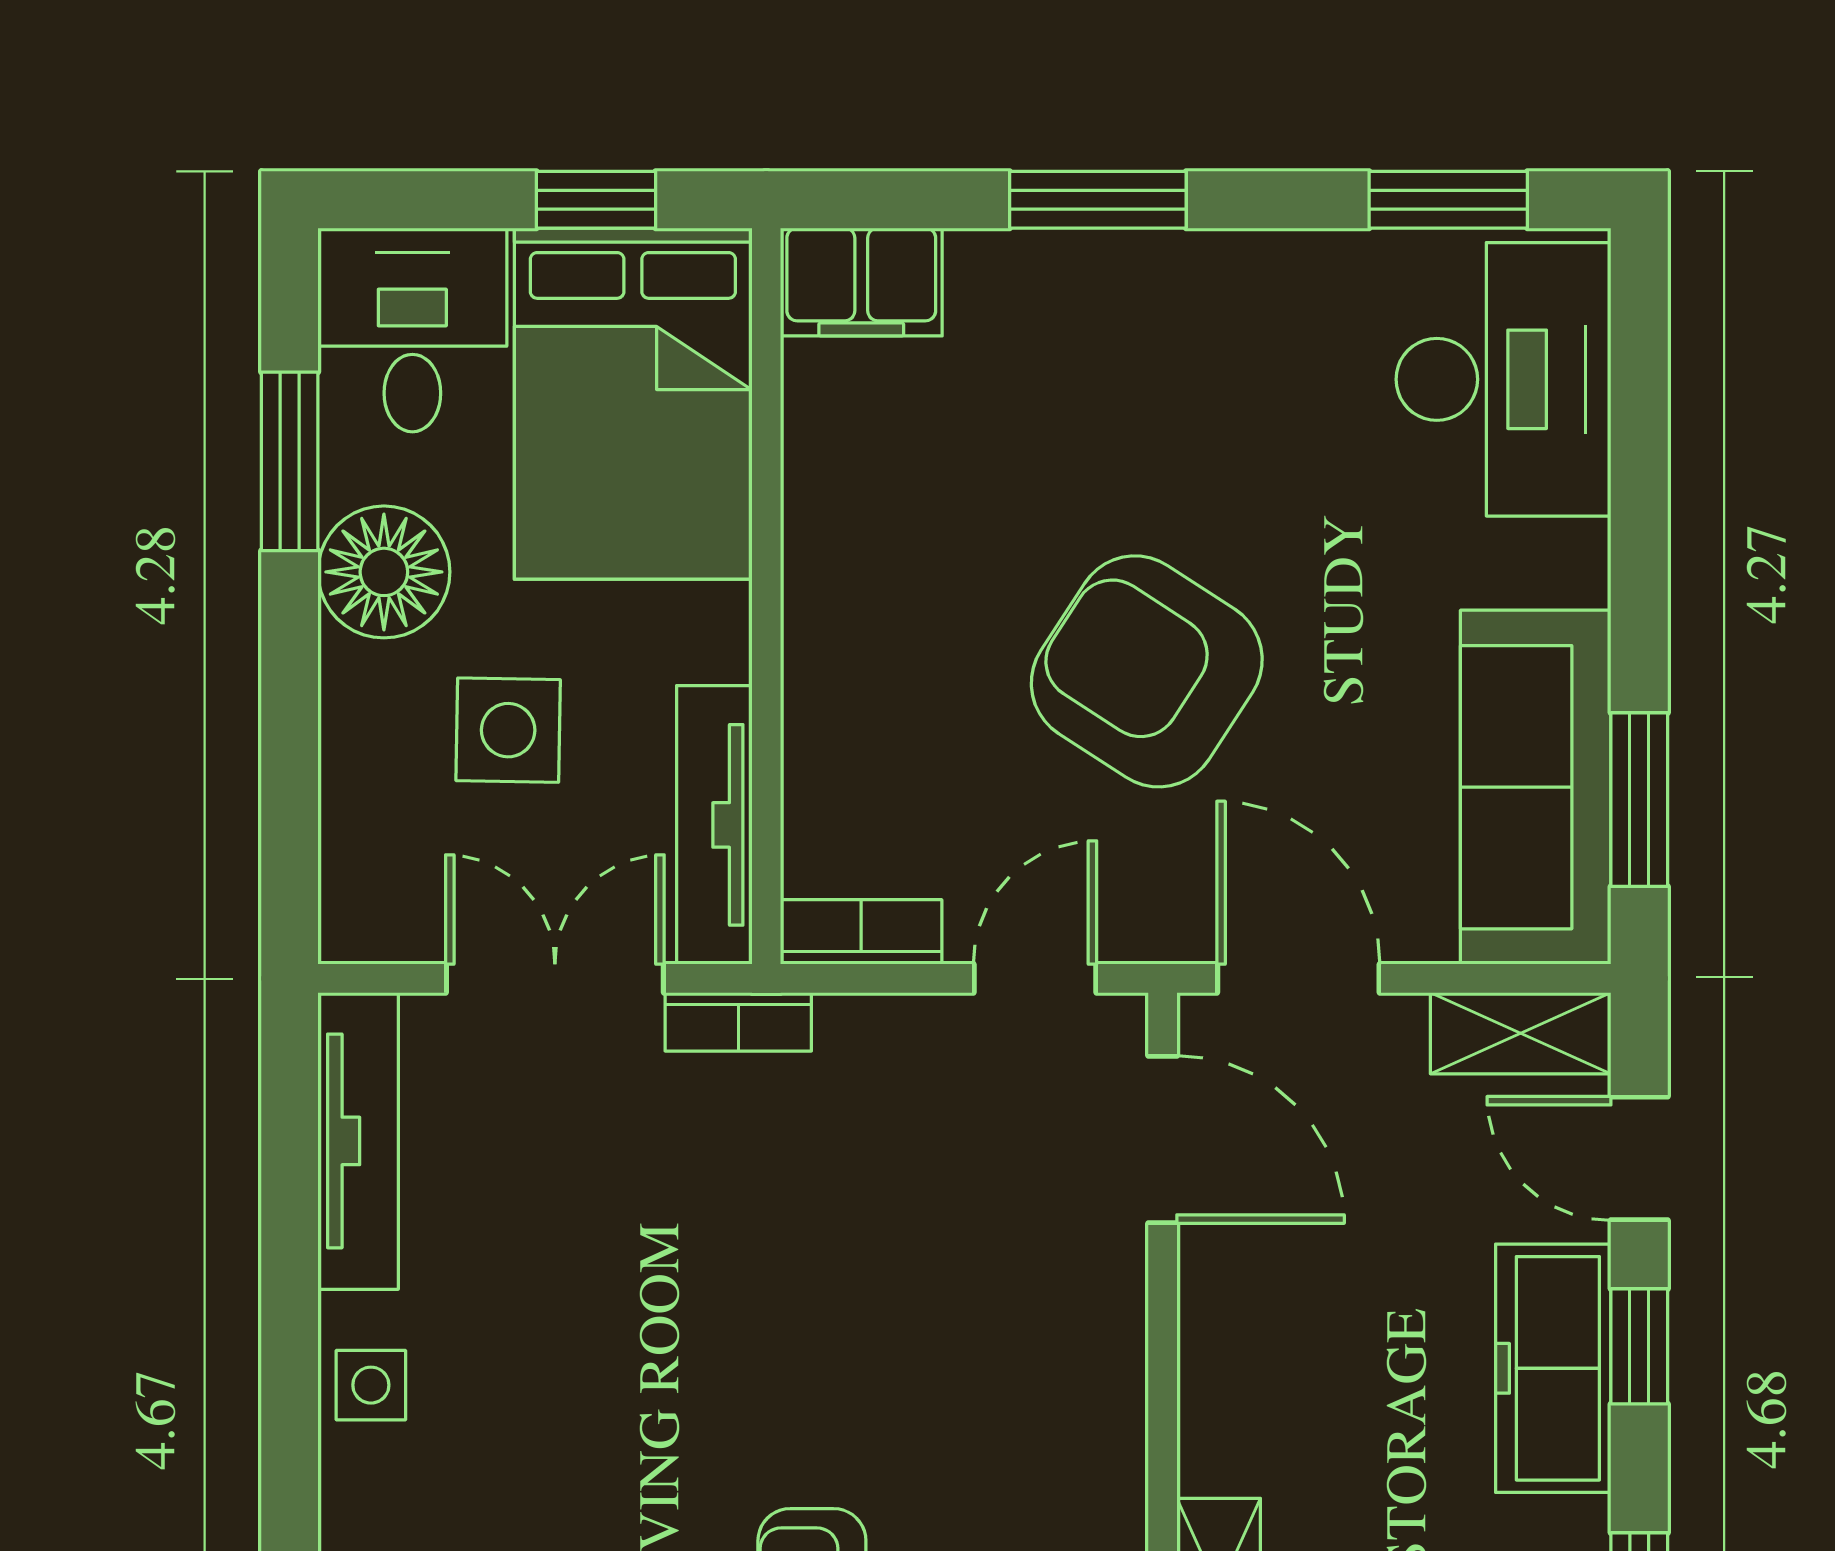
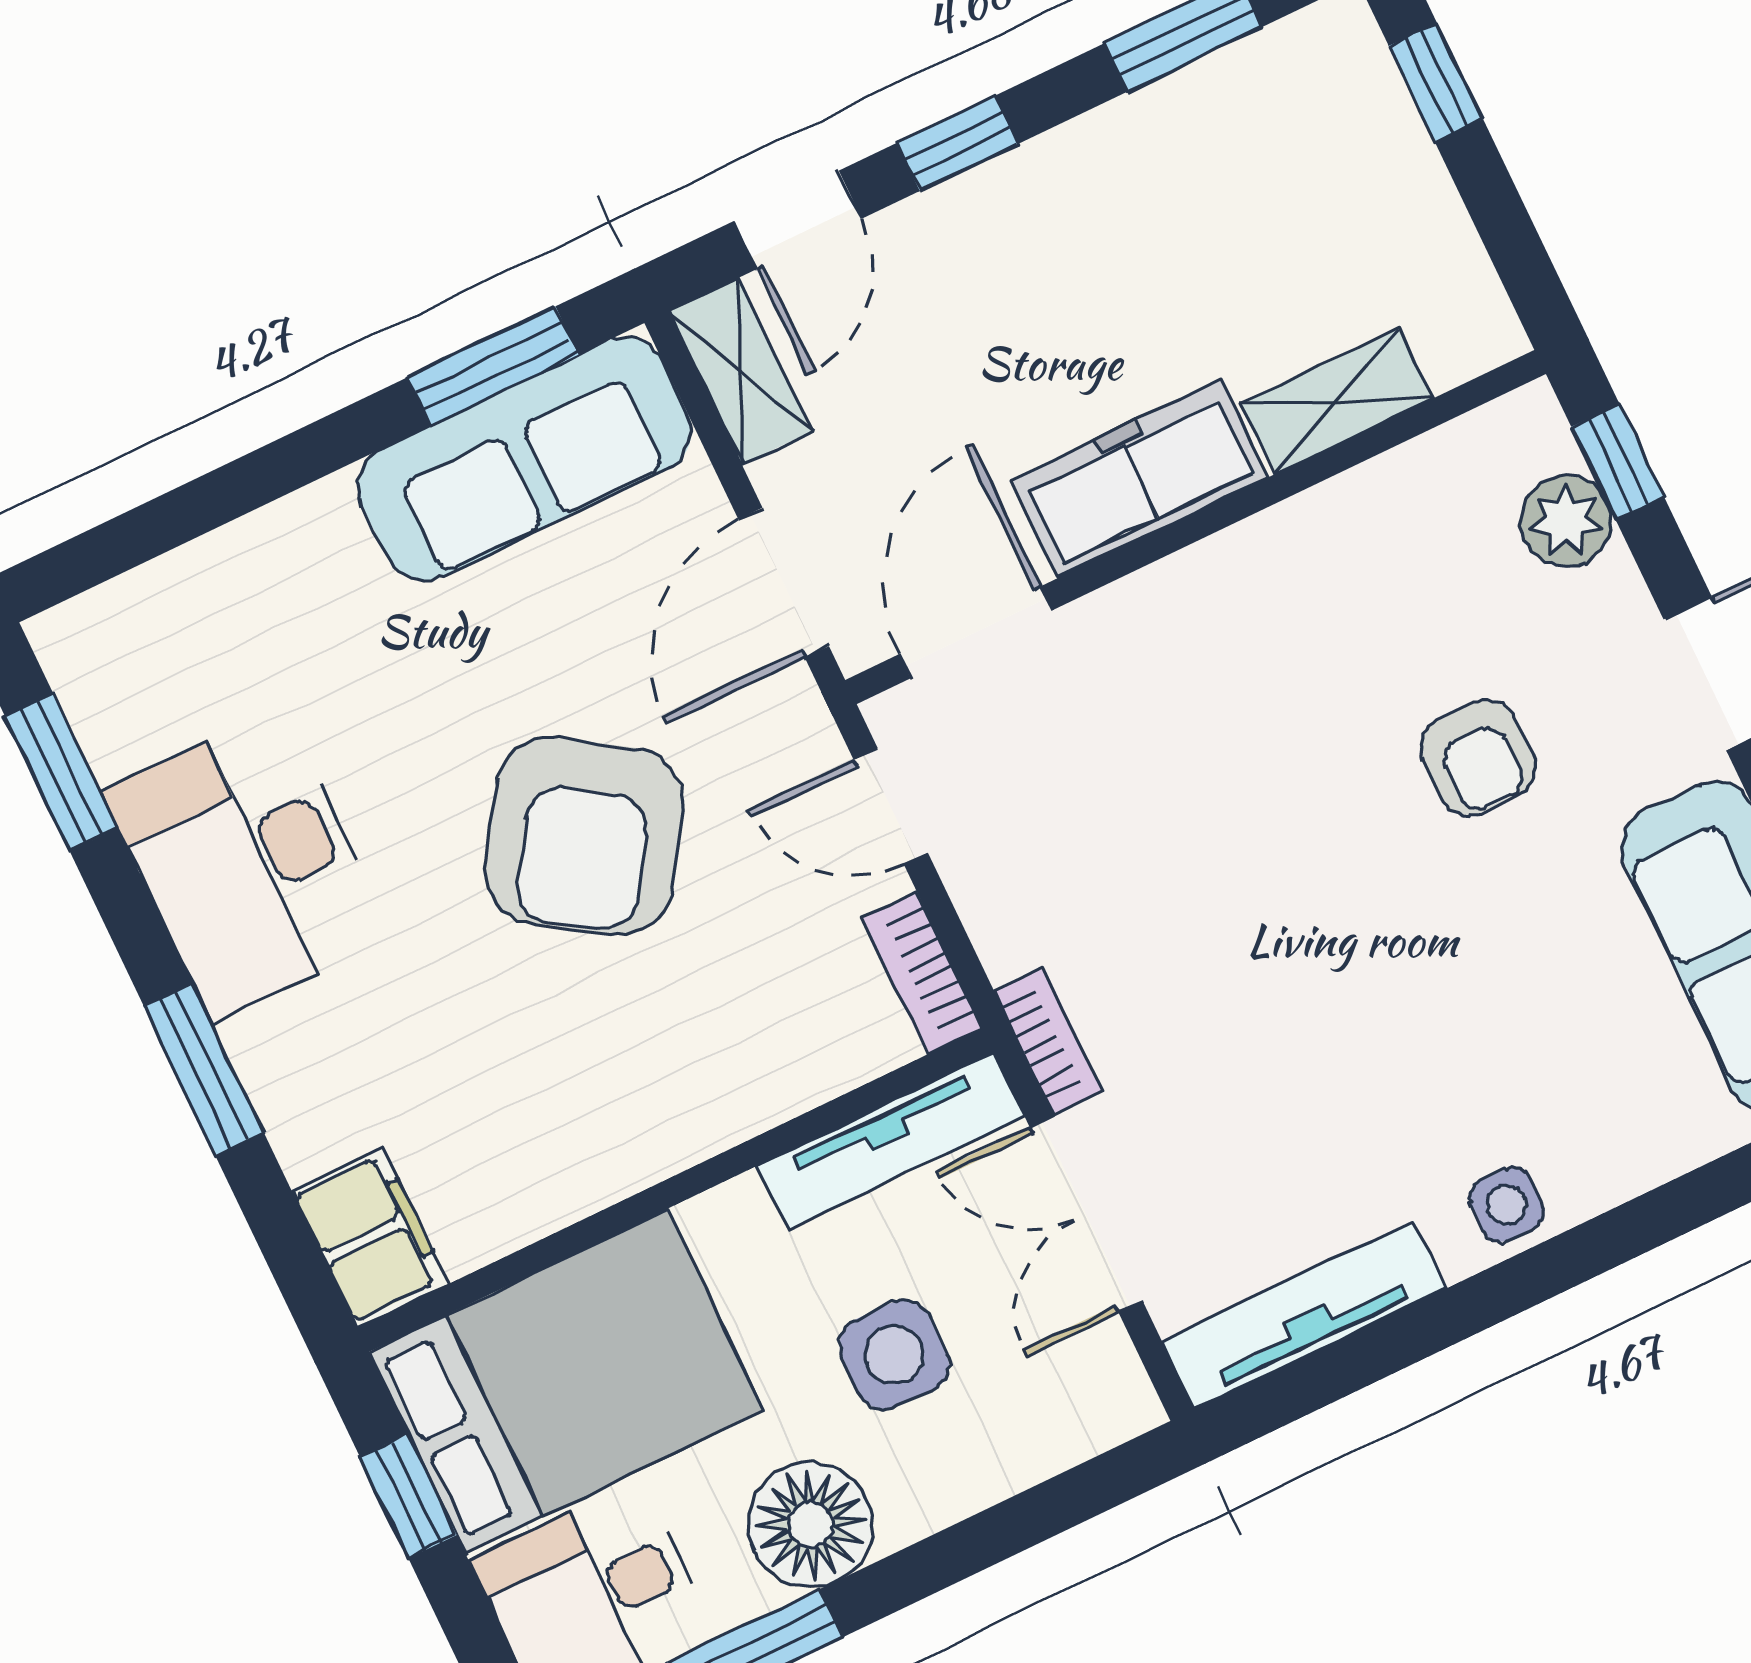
desk: (1503, 379) -> (247, 864), moved, turned -90
freezer: (1553, 1368) -> (1139, 479), moved, turned 180

